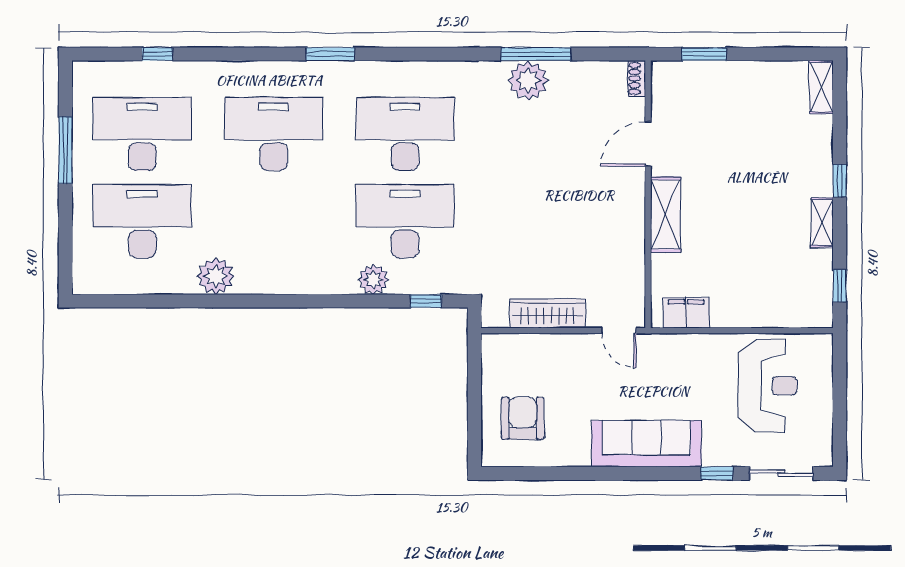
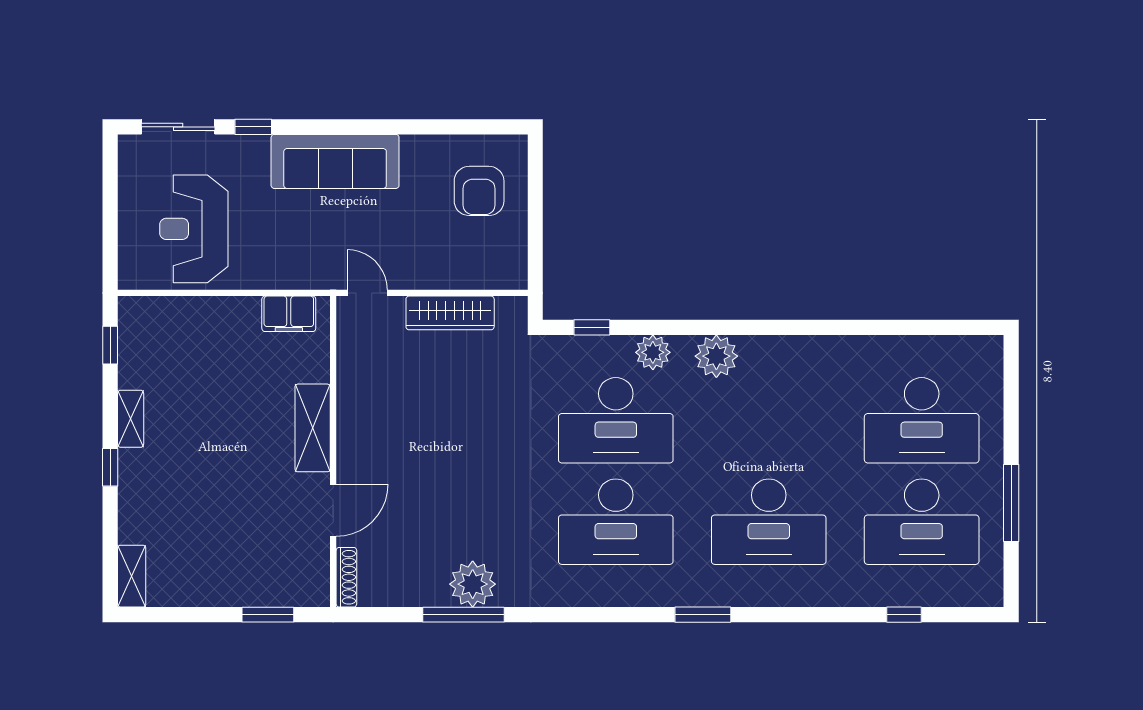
shoe rack: (637, 79) -> (346, 577), width x1.43
plant: (216, 276) -> (716, 356), moved

